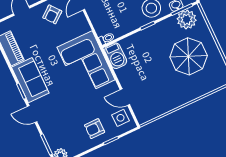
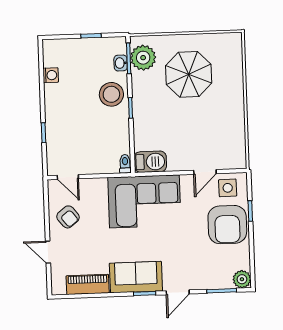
armchair: (95, 129) -> (227, 225), width x1.88, depth x1.88

